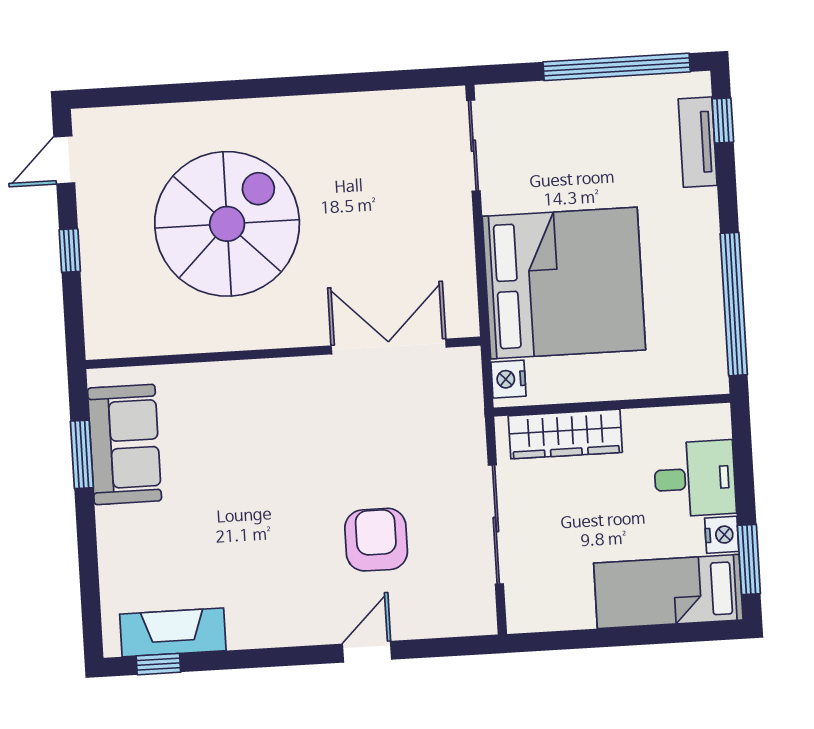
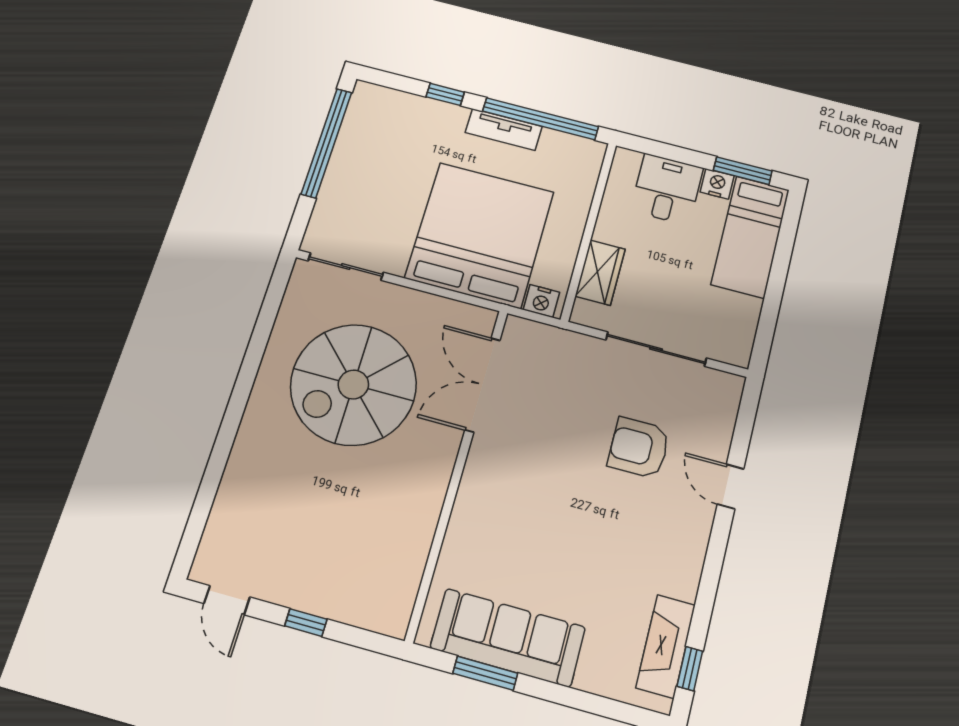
window: (723, 121) -> (445, 94), moved
tv unit: (698, 142) -> (504, 130), moved
spiral stairs: (227, 224) -> (353, 385), moved, turned -90
wardrobe: (565, 434) -> (600, 273), width x0.67
sofa: (125, 444) -> (508, 638), width x1.36

